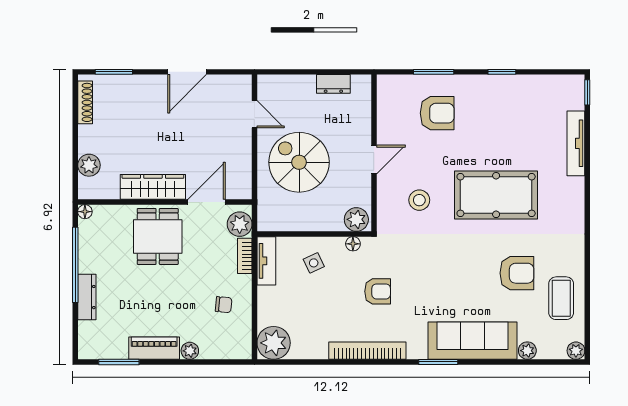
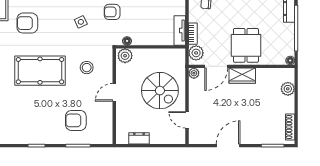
wardrobe: (153, 187) -> (242, 76), width x0.67
plant: (243, 191) -> (194, 73), added
side table: (314, 263) -> (81, 22), moved

